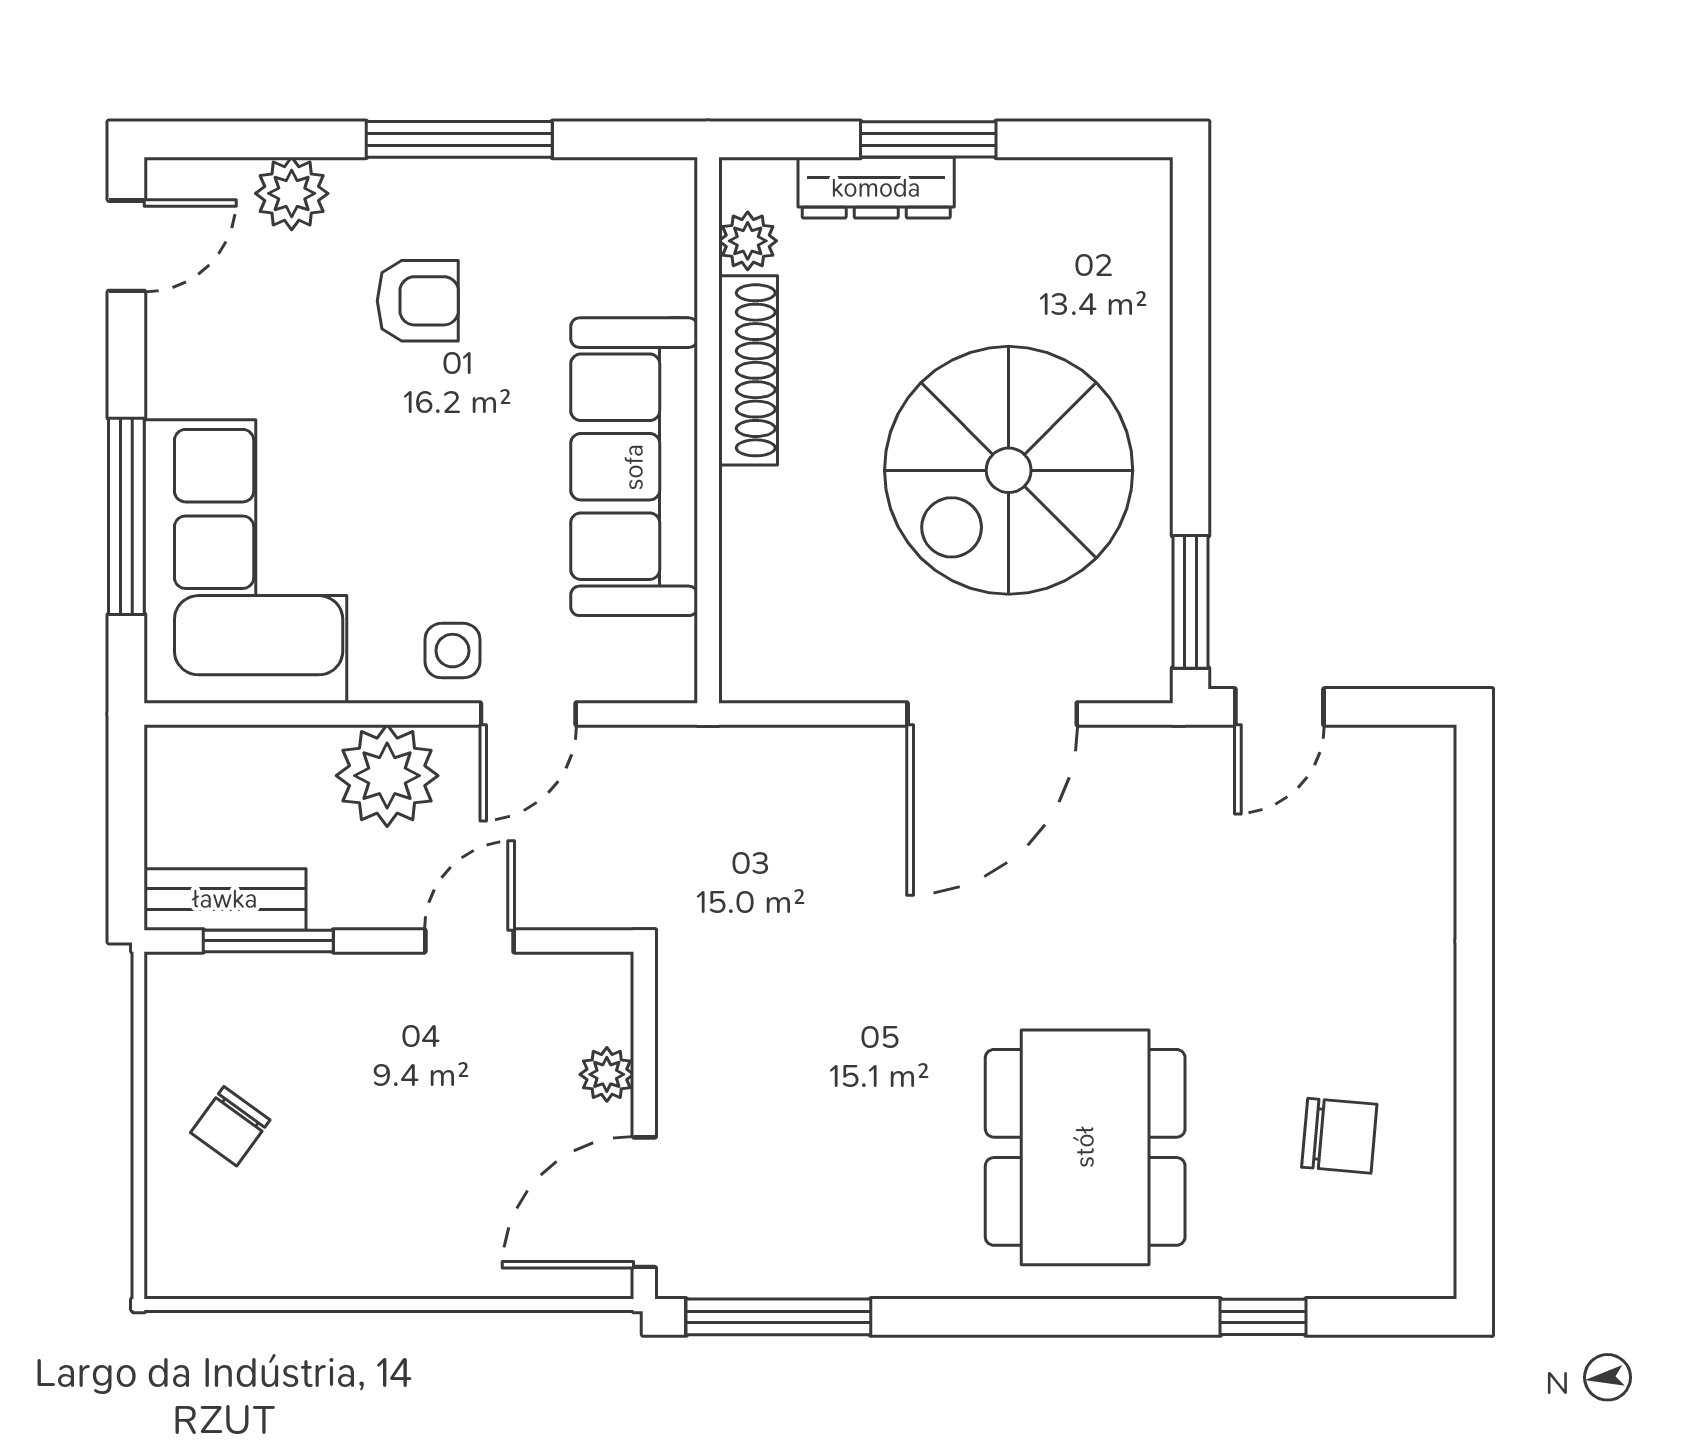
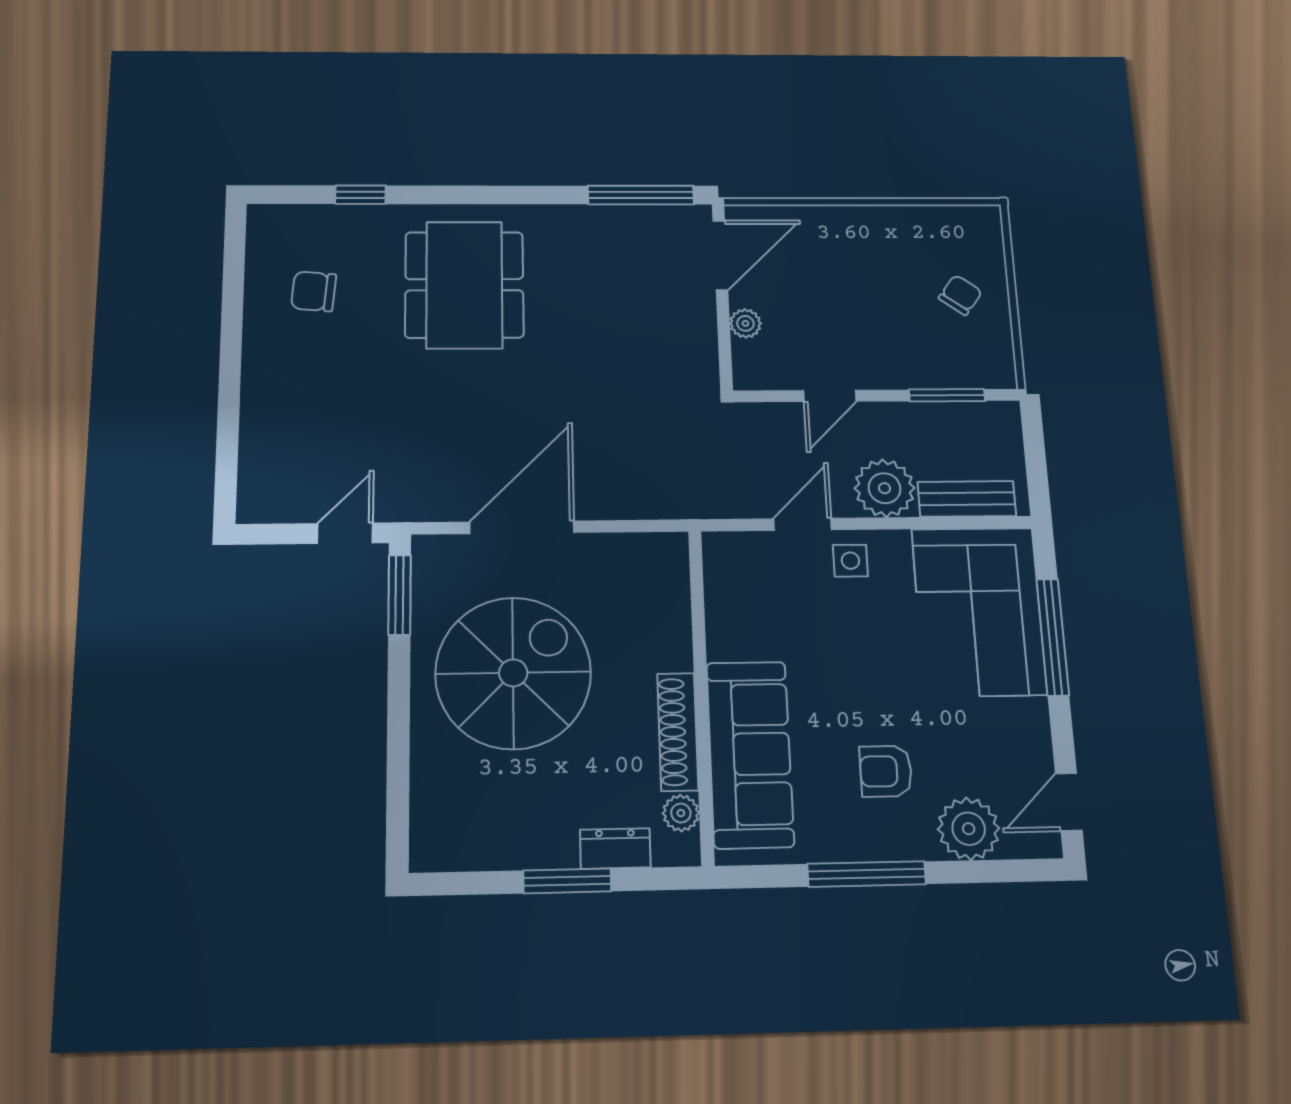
dresser: (876, 188) -> (615, 849), width x0.70
plant: (292, 193) -> (969, 829), width x1.36, depth x1.36
sofa: (634, 467) -> (750, 754), moved
bench: (225, 899) -> (967, 499), moved

